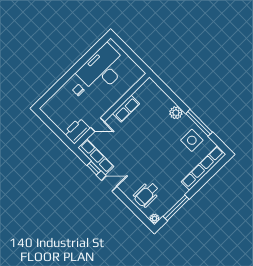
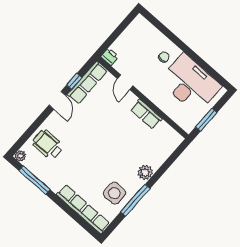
window: (134, 58) -> (206, 120), added
printer: (77, 131) -> (110, 57), width x0.53, depth x0.68

